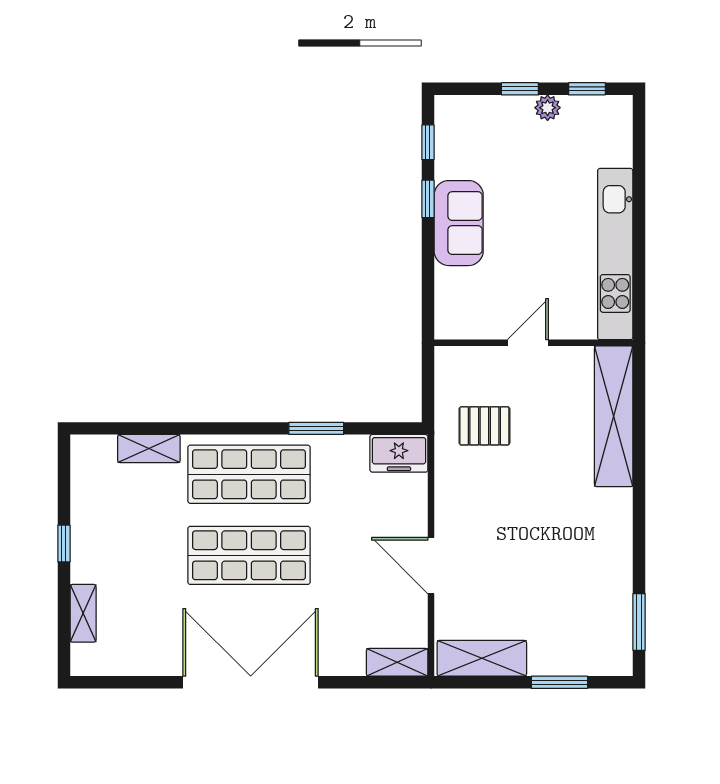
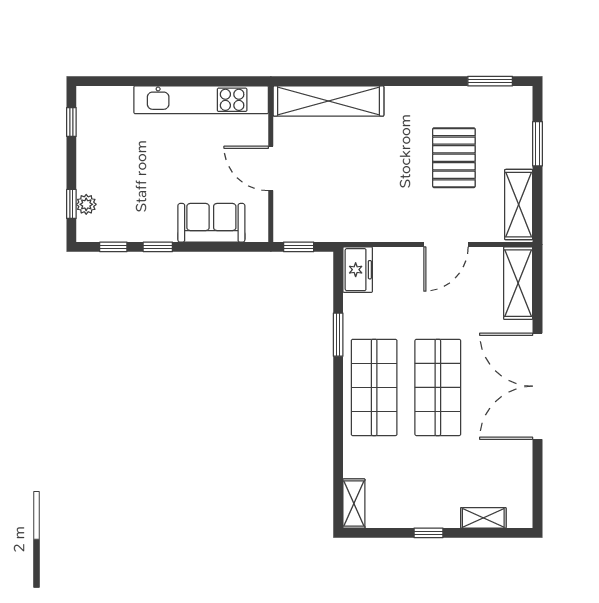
window: (520, 89) -> (71, 204), moved
plant: (548, 108) -> (86, 204), moved
sofa: (459, 223) -> (211, 223), moved
door: (528, 343) -> (271, 168), width x1.38
window: (428, 378) -> (299, 247), added
pallet: (484, 426) -> (454, 158), moved, width x1.50, depth x1.42
shelving: (149, 449) -> (354, 503), moved
shelving: (397, 662) -> (518, 283), width x1.50, depth x1.33

